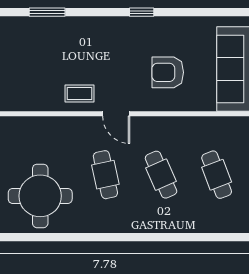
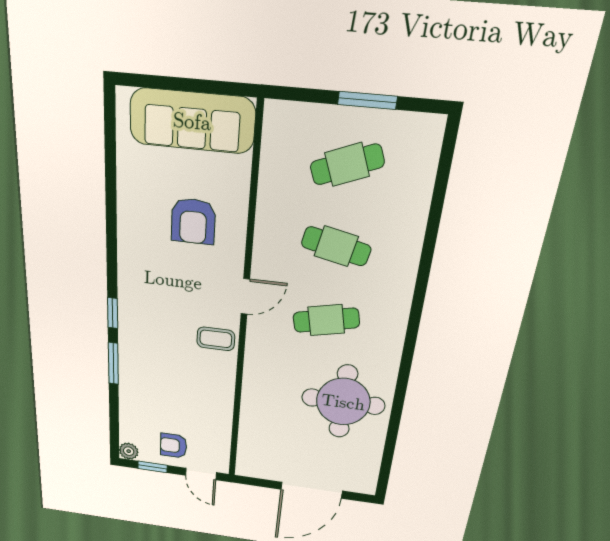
window: (142, 12) -> (113, 313), moved
coffee table: (79, 93) -> (216, 339), turned 90
cafe table: (161, 175) -> (336, 246), turned 36

